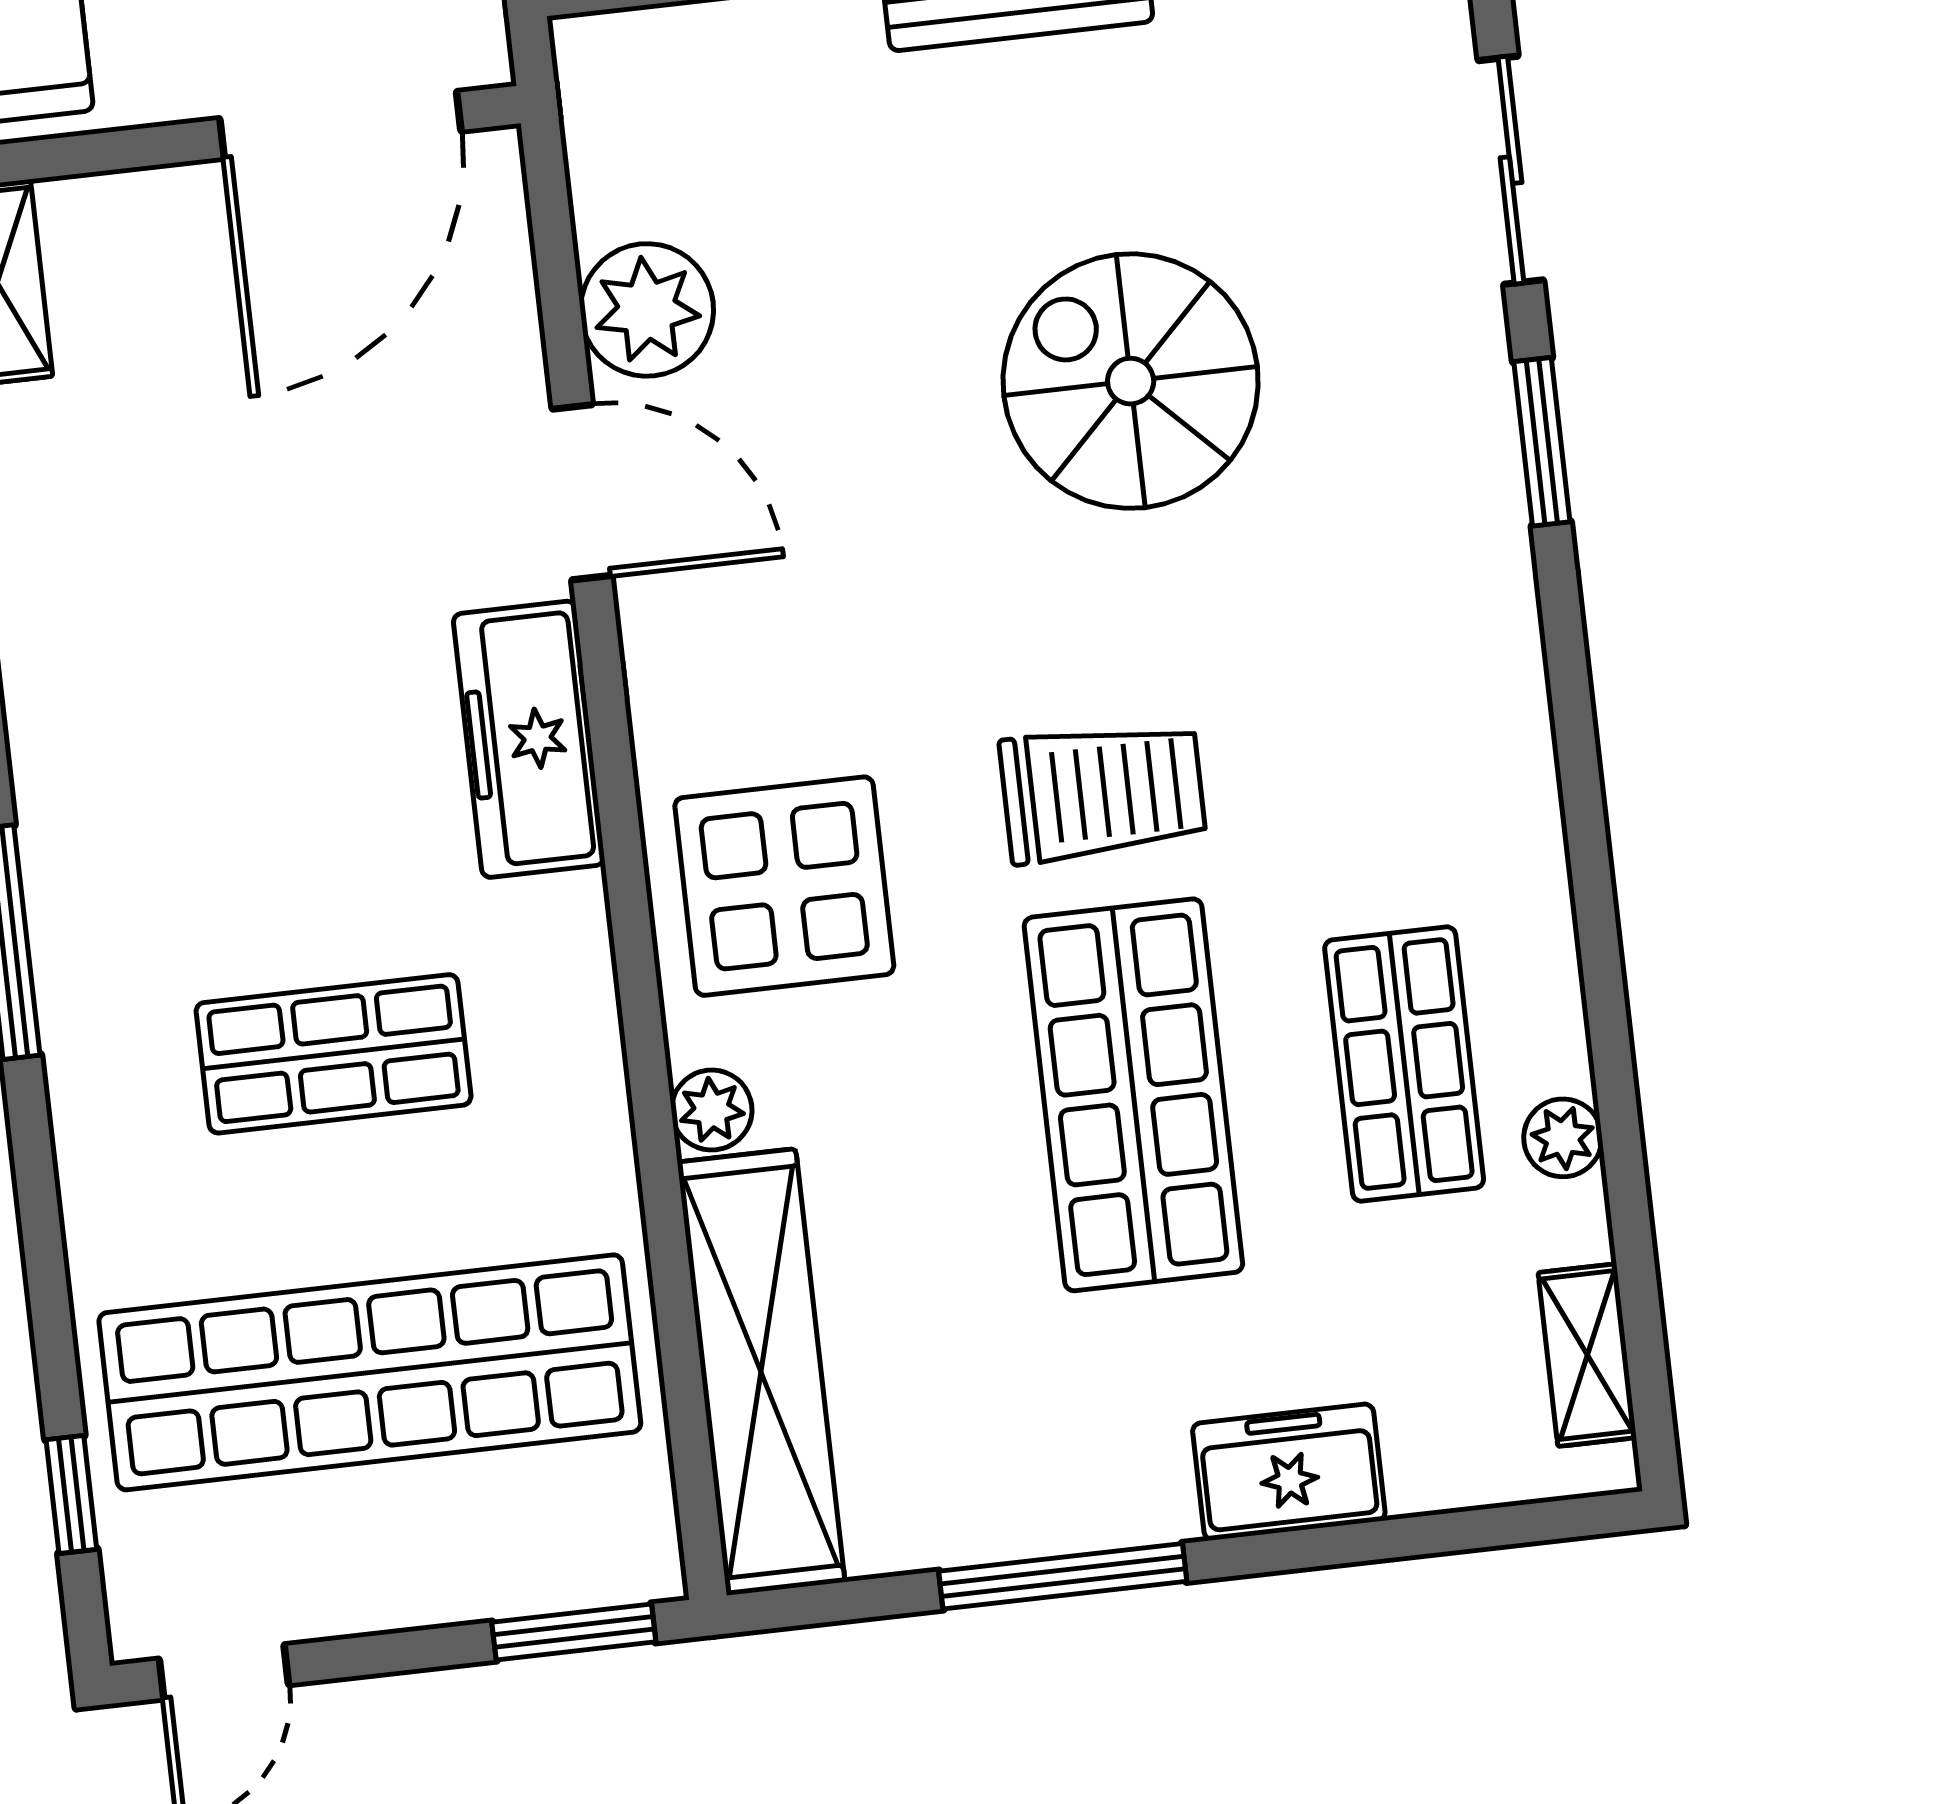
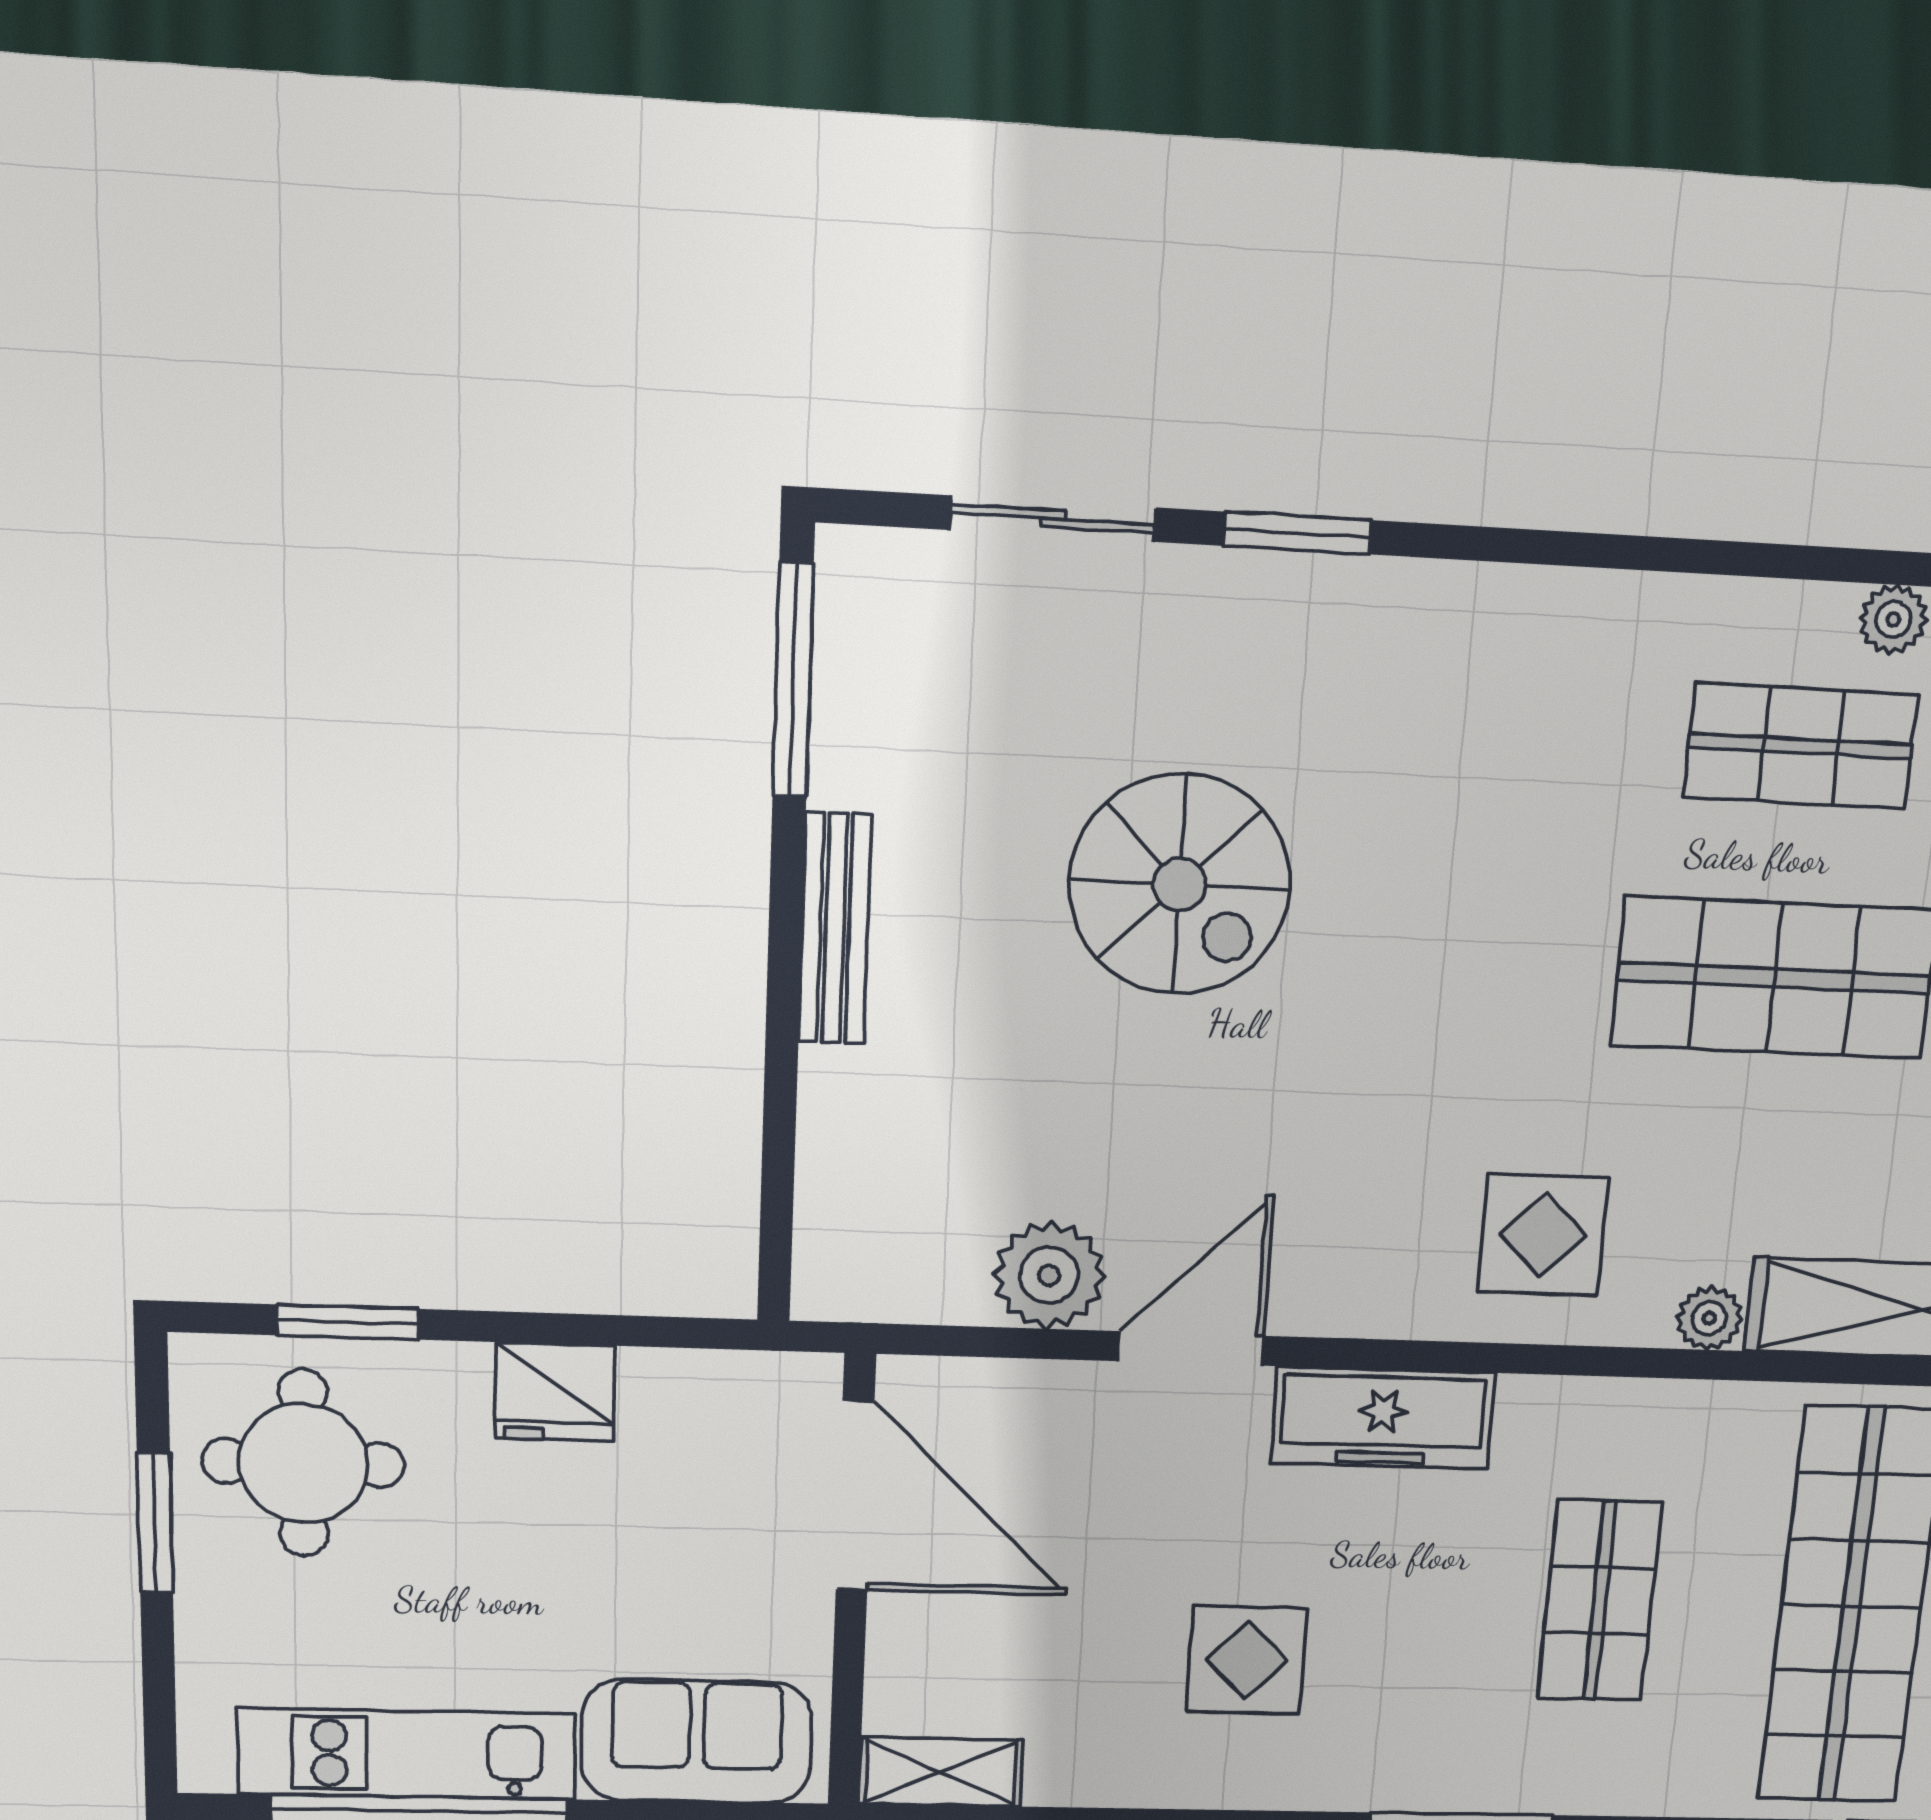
spiral stairs: (1131, 381) -> (1180, 884), turned -90
display table: (195, 632) -> (1247, 1660), added
trolley: (1103, 792) -> (1521, 963), removed
display table: (784, 886) -> (1543, 1235), width x0.73, depth x0.73

